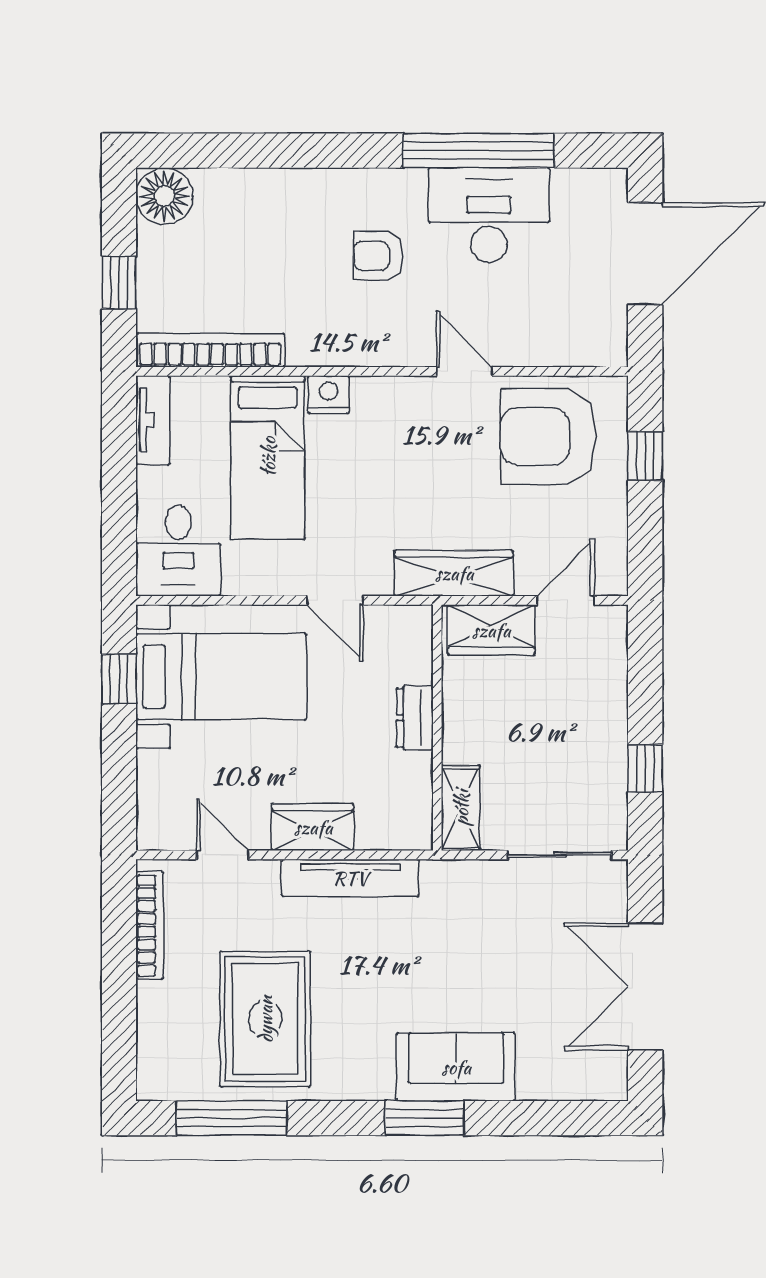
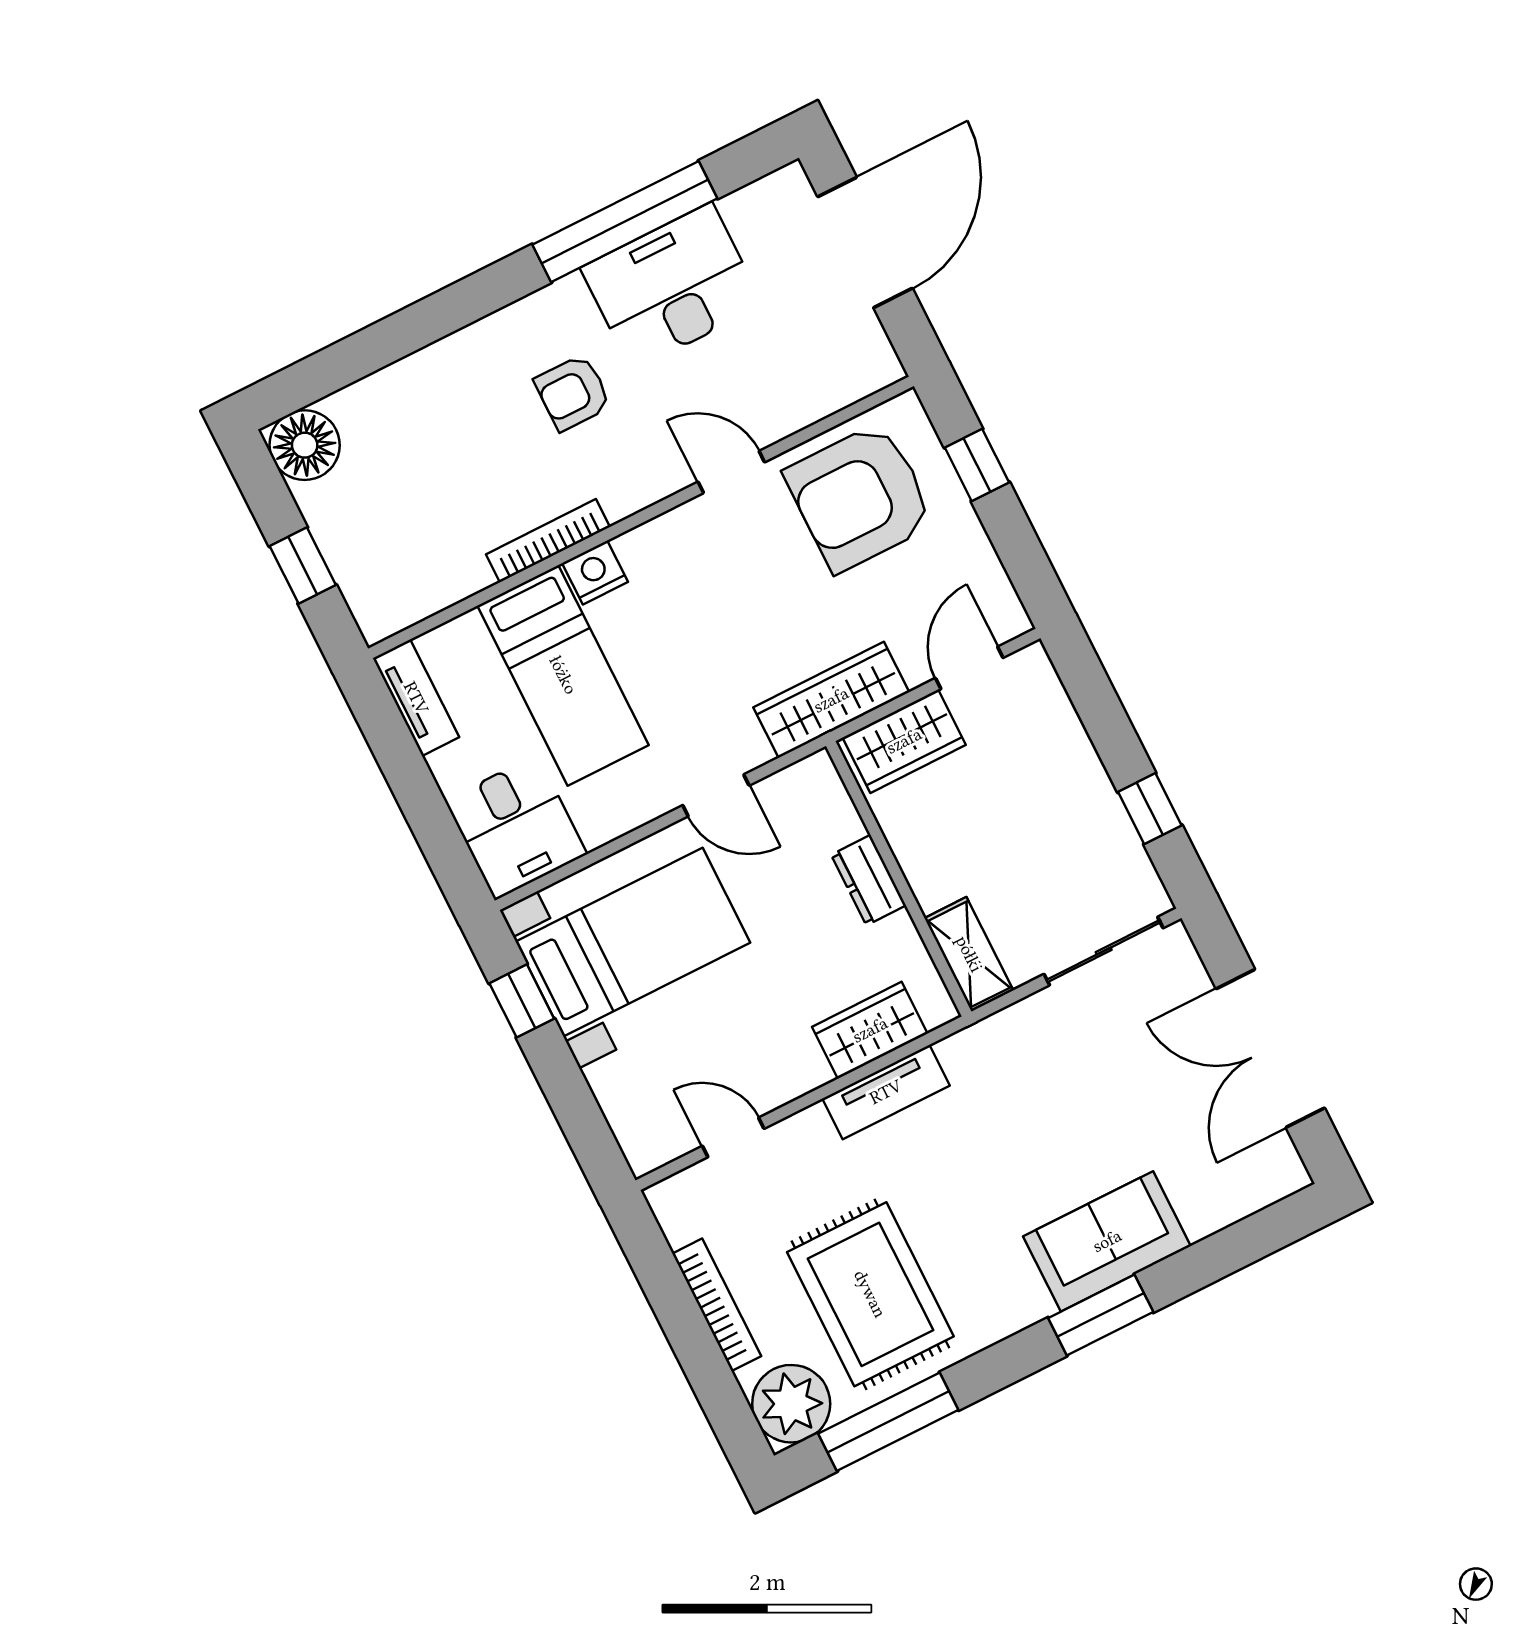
bookcase: (210, 350) -> (548, 541), moved, width x0.68, depth x0.76
wardrobe: (313, 827) -> (870, 1030), moved
tv unit: (350, 878) -> (886, 1092), width x0.71
bookcase: (150, 925) -> (717, 1305), moved
plant: (168, 1069) -> (791, 1404), added

